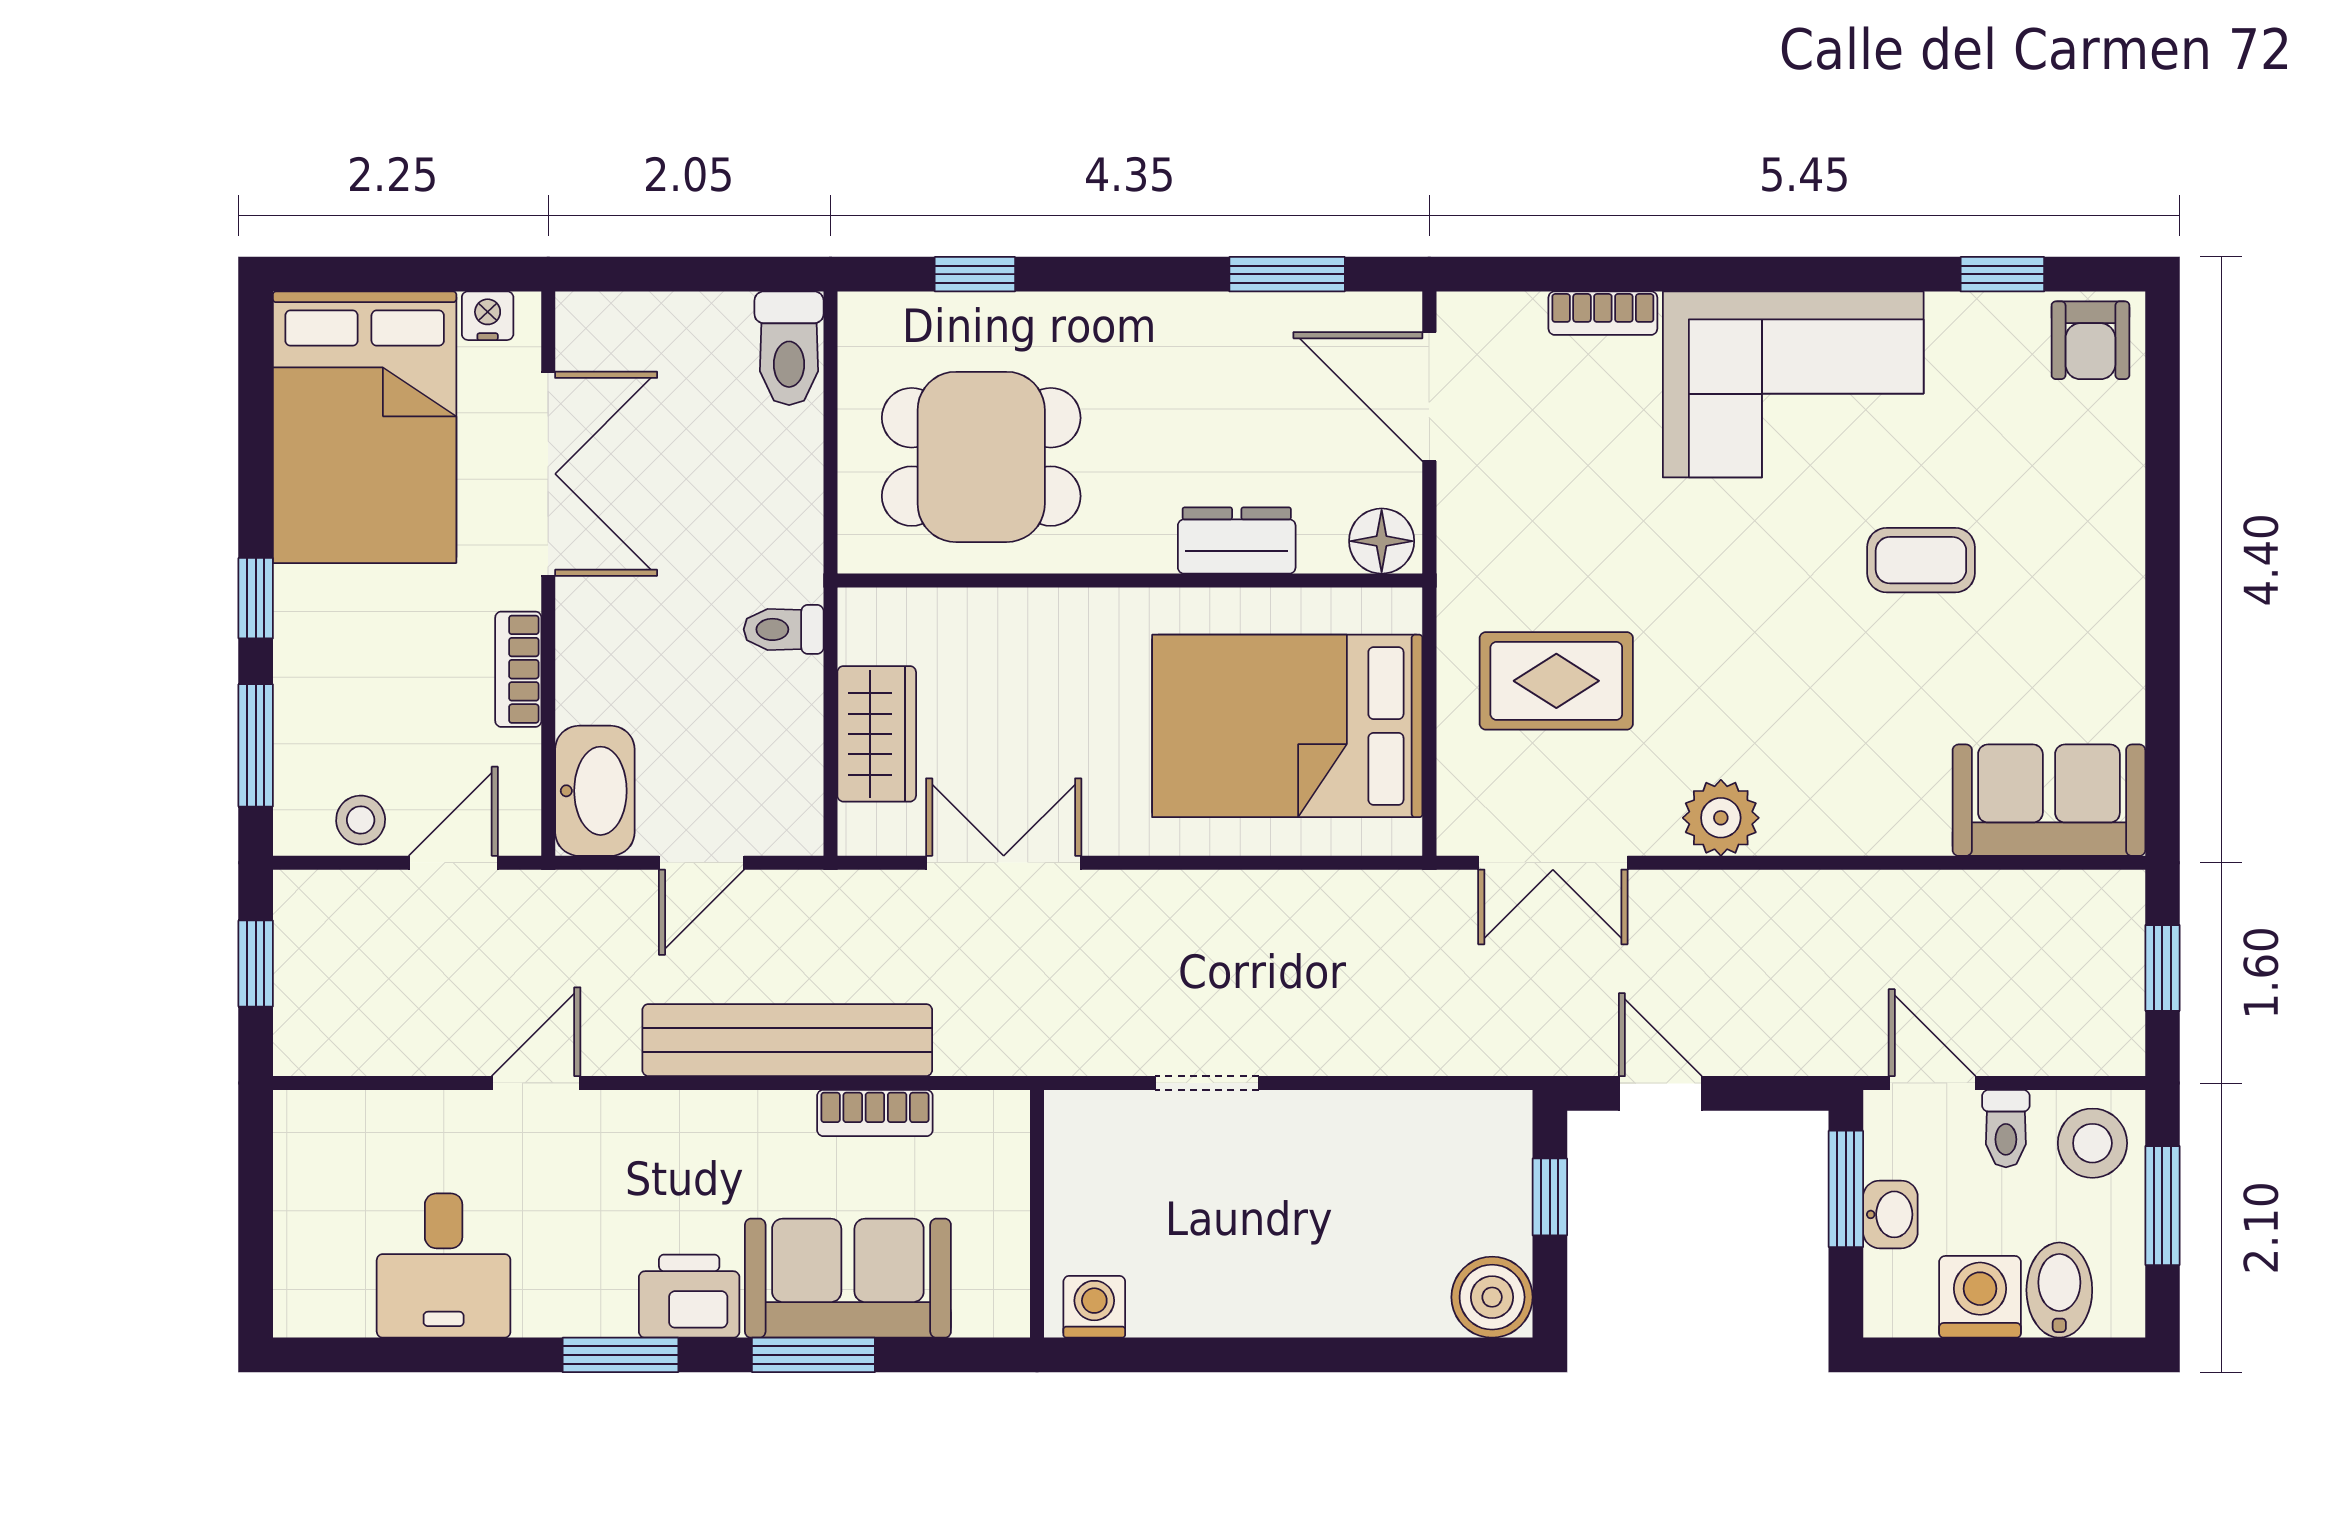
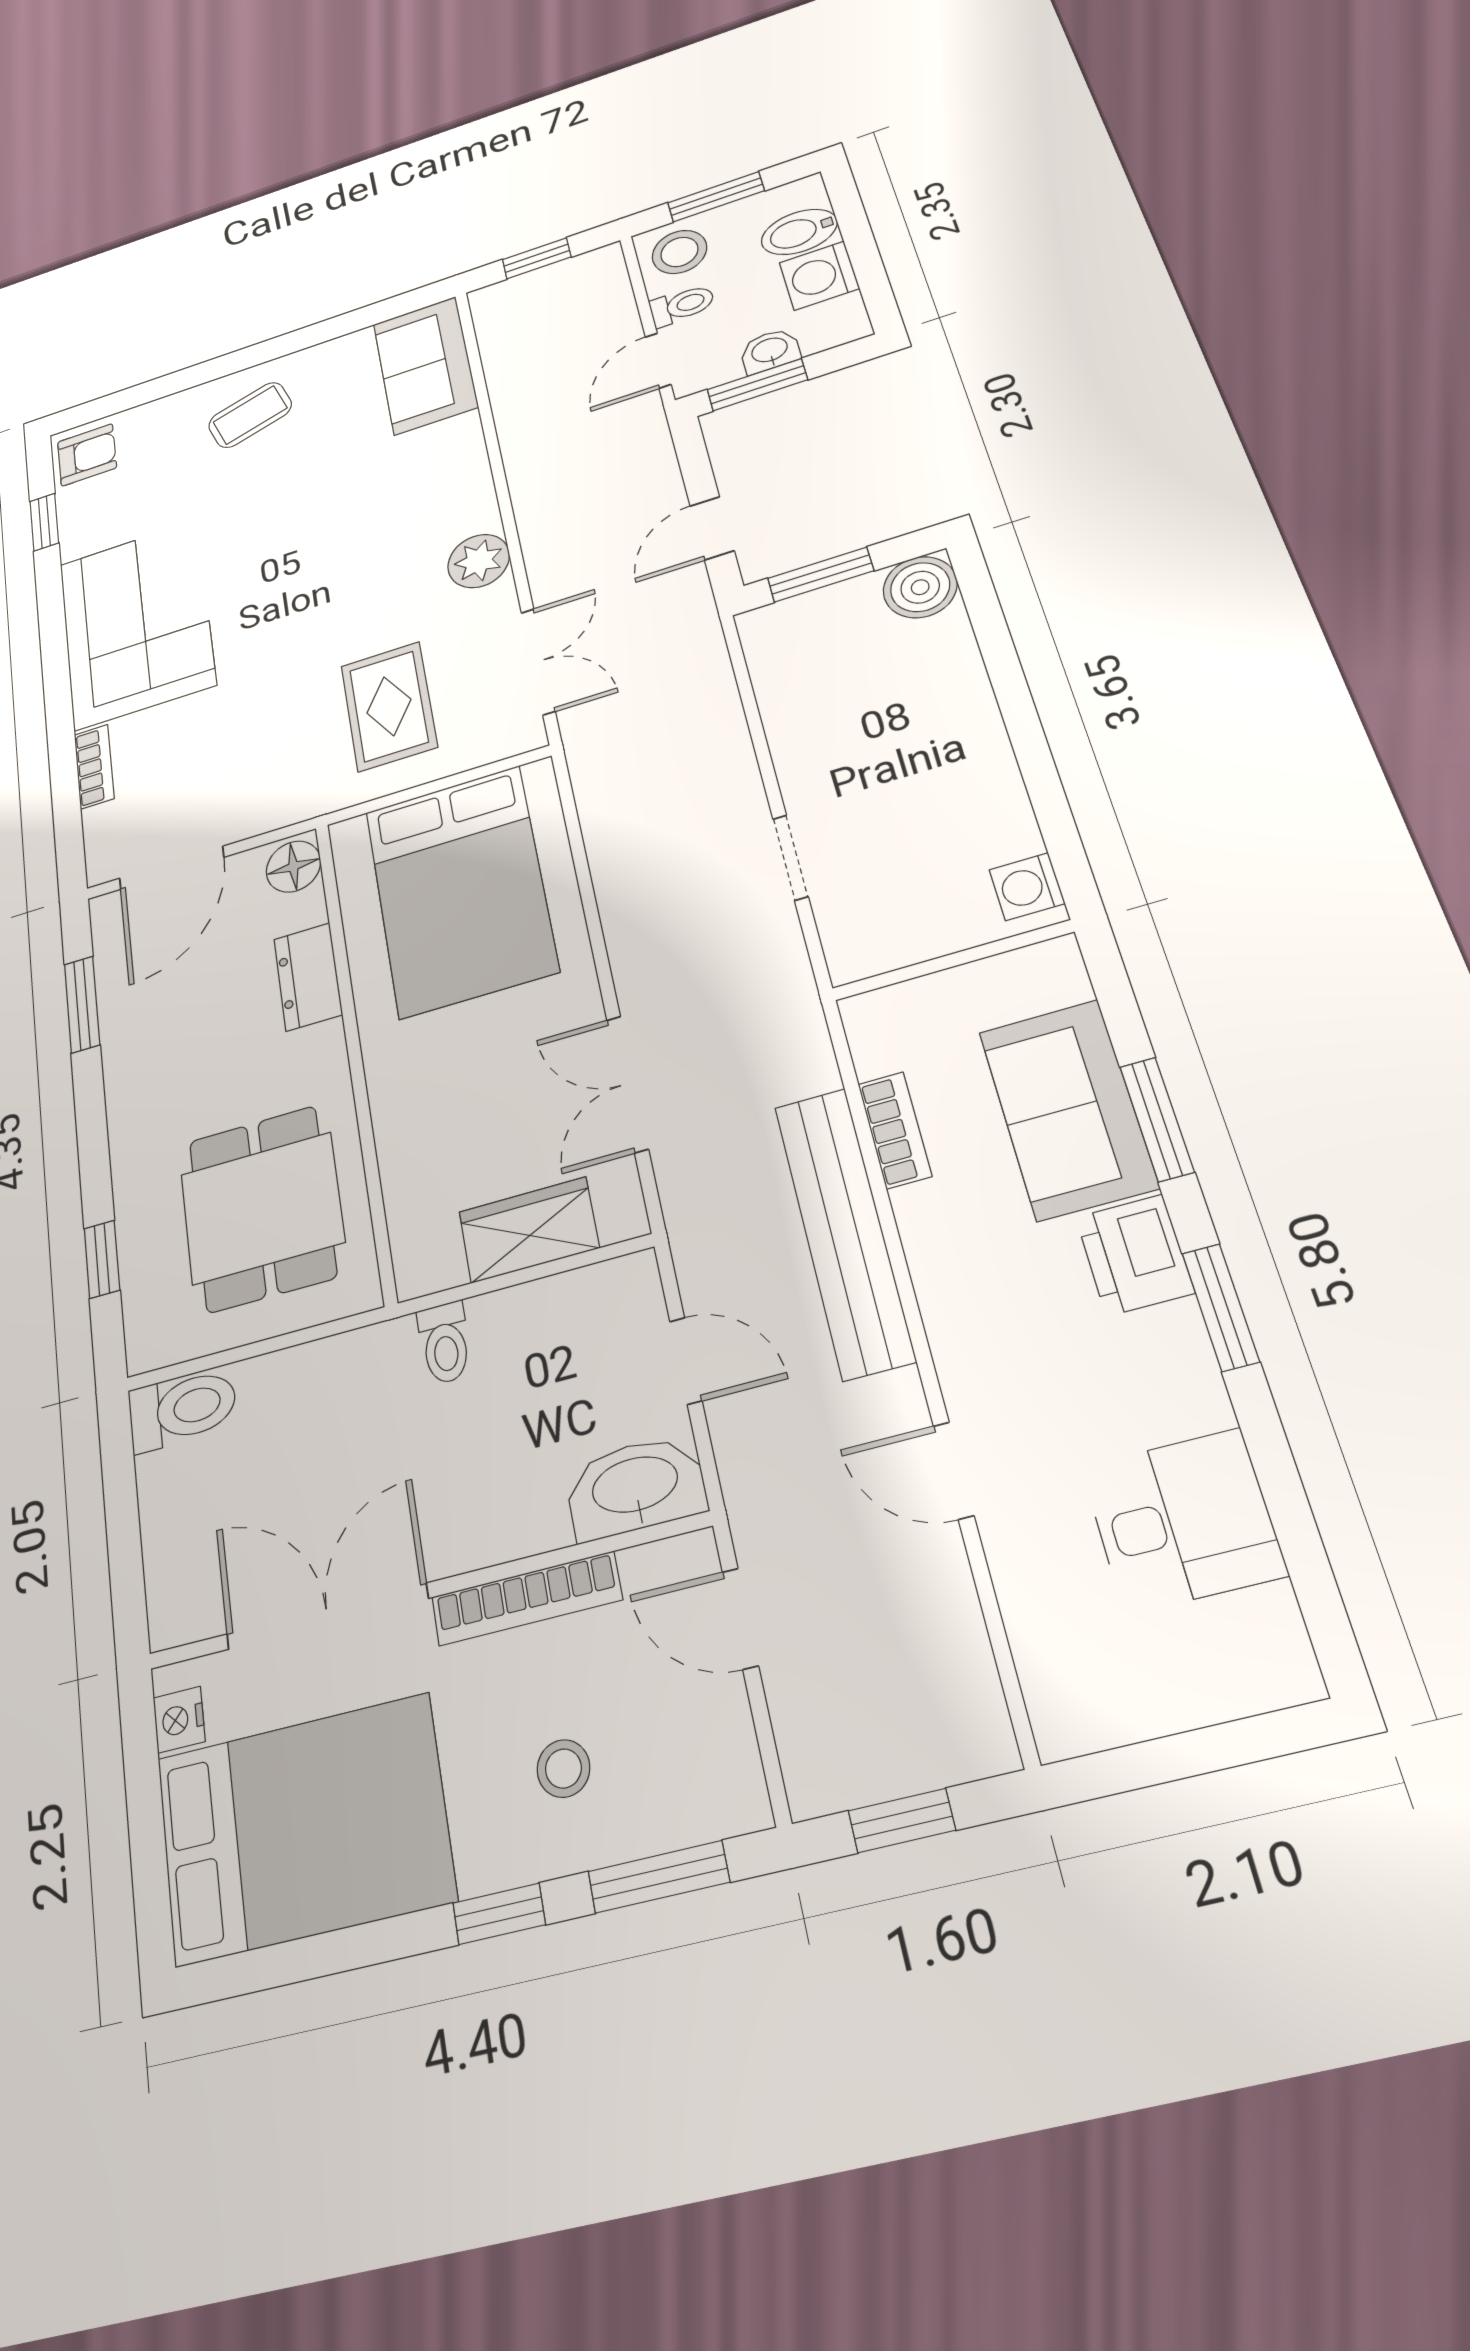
coffee table: (1921, 560) -> (250, 415), moved, turned 73
bookcase: (518, 669) -> (526, 1599), width x1.56
stool: (361, 820) -> (563, 1769), moved
window: (1550, 1197) -> (821, 575), width x1.50

